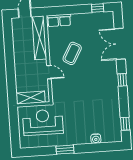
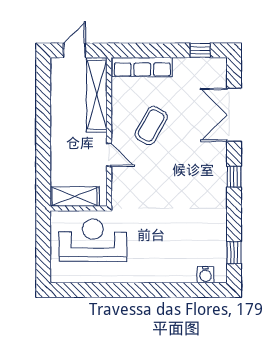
row of seats: (59, 20) -> (142, 67), width x1.48
water cooler: (96, 139) -> (205, 275), moved
window: (65, 150) -> (128, 290), removed

